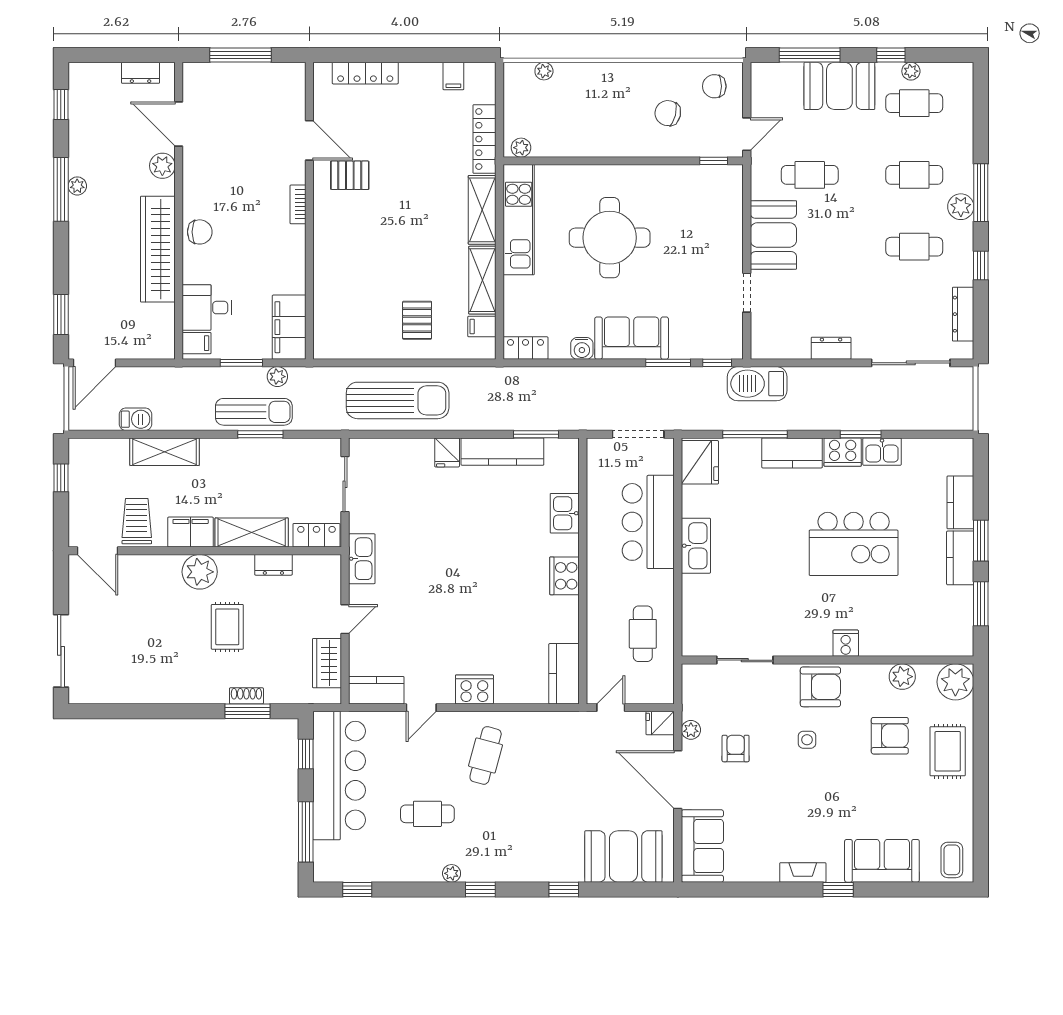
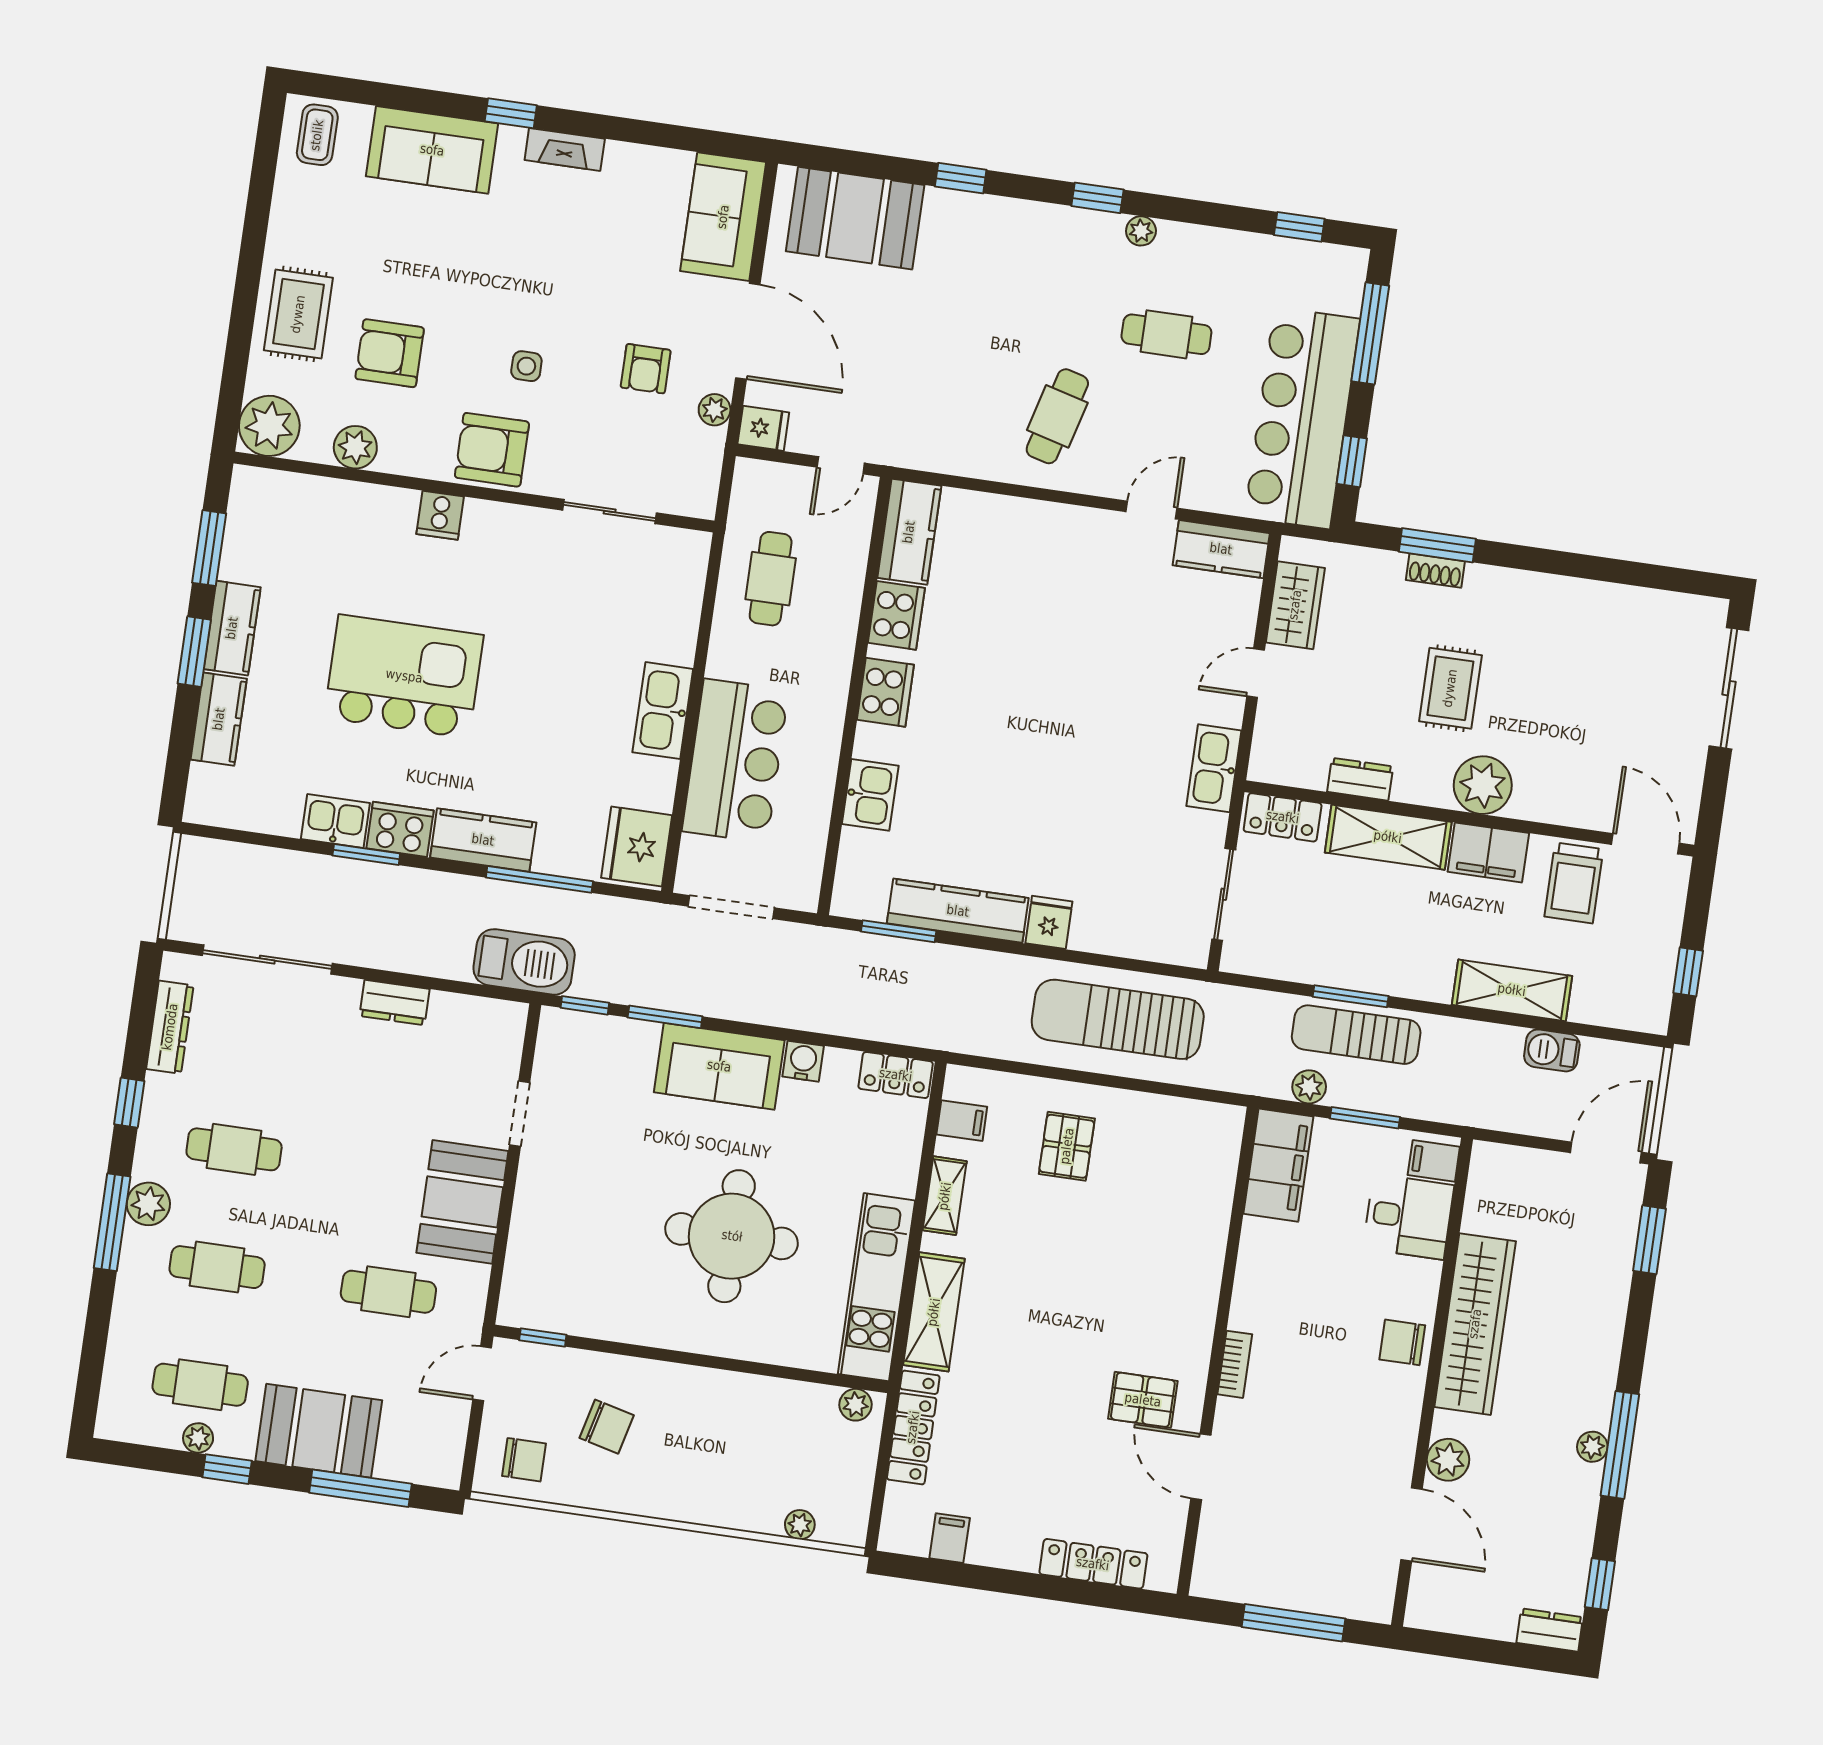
dresser: (141, 73) -> (1550, 1630), moved
shelving: (482, 280) -> (945, 1196), width x0.67, depth x0.75
cooker: (474, 689) -> (896, 615), moved, turned -90

